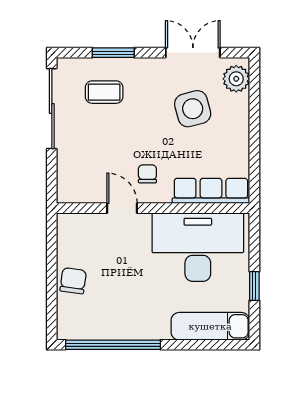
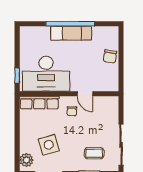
window: (254, 286) -> (17, 76), moved
exam couch: (210, 326) -> (71, 33), moved
window: (113, 345) -> (70, 24), moved

